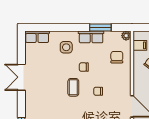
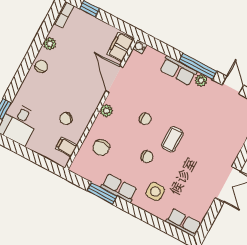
plant: (126, 36) -> (107, 111), moved

